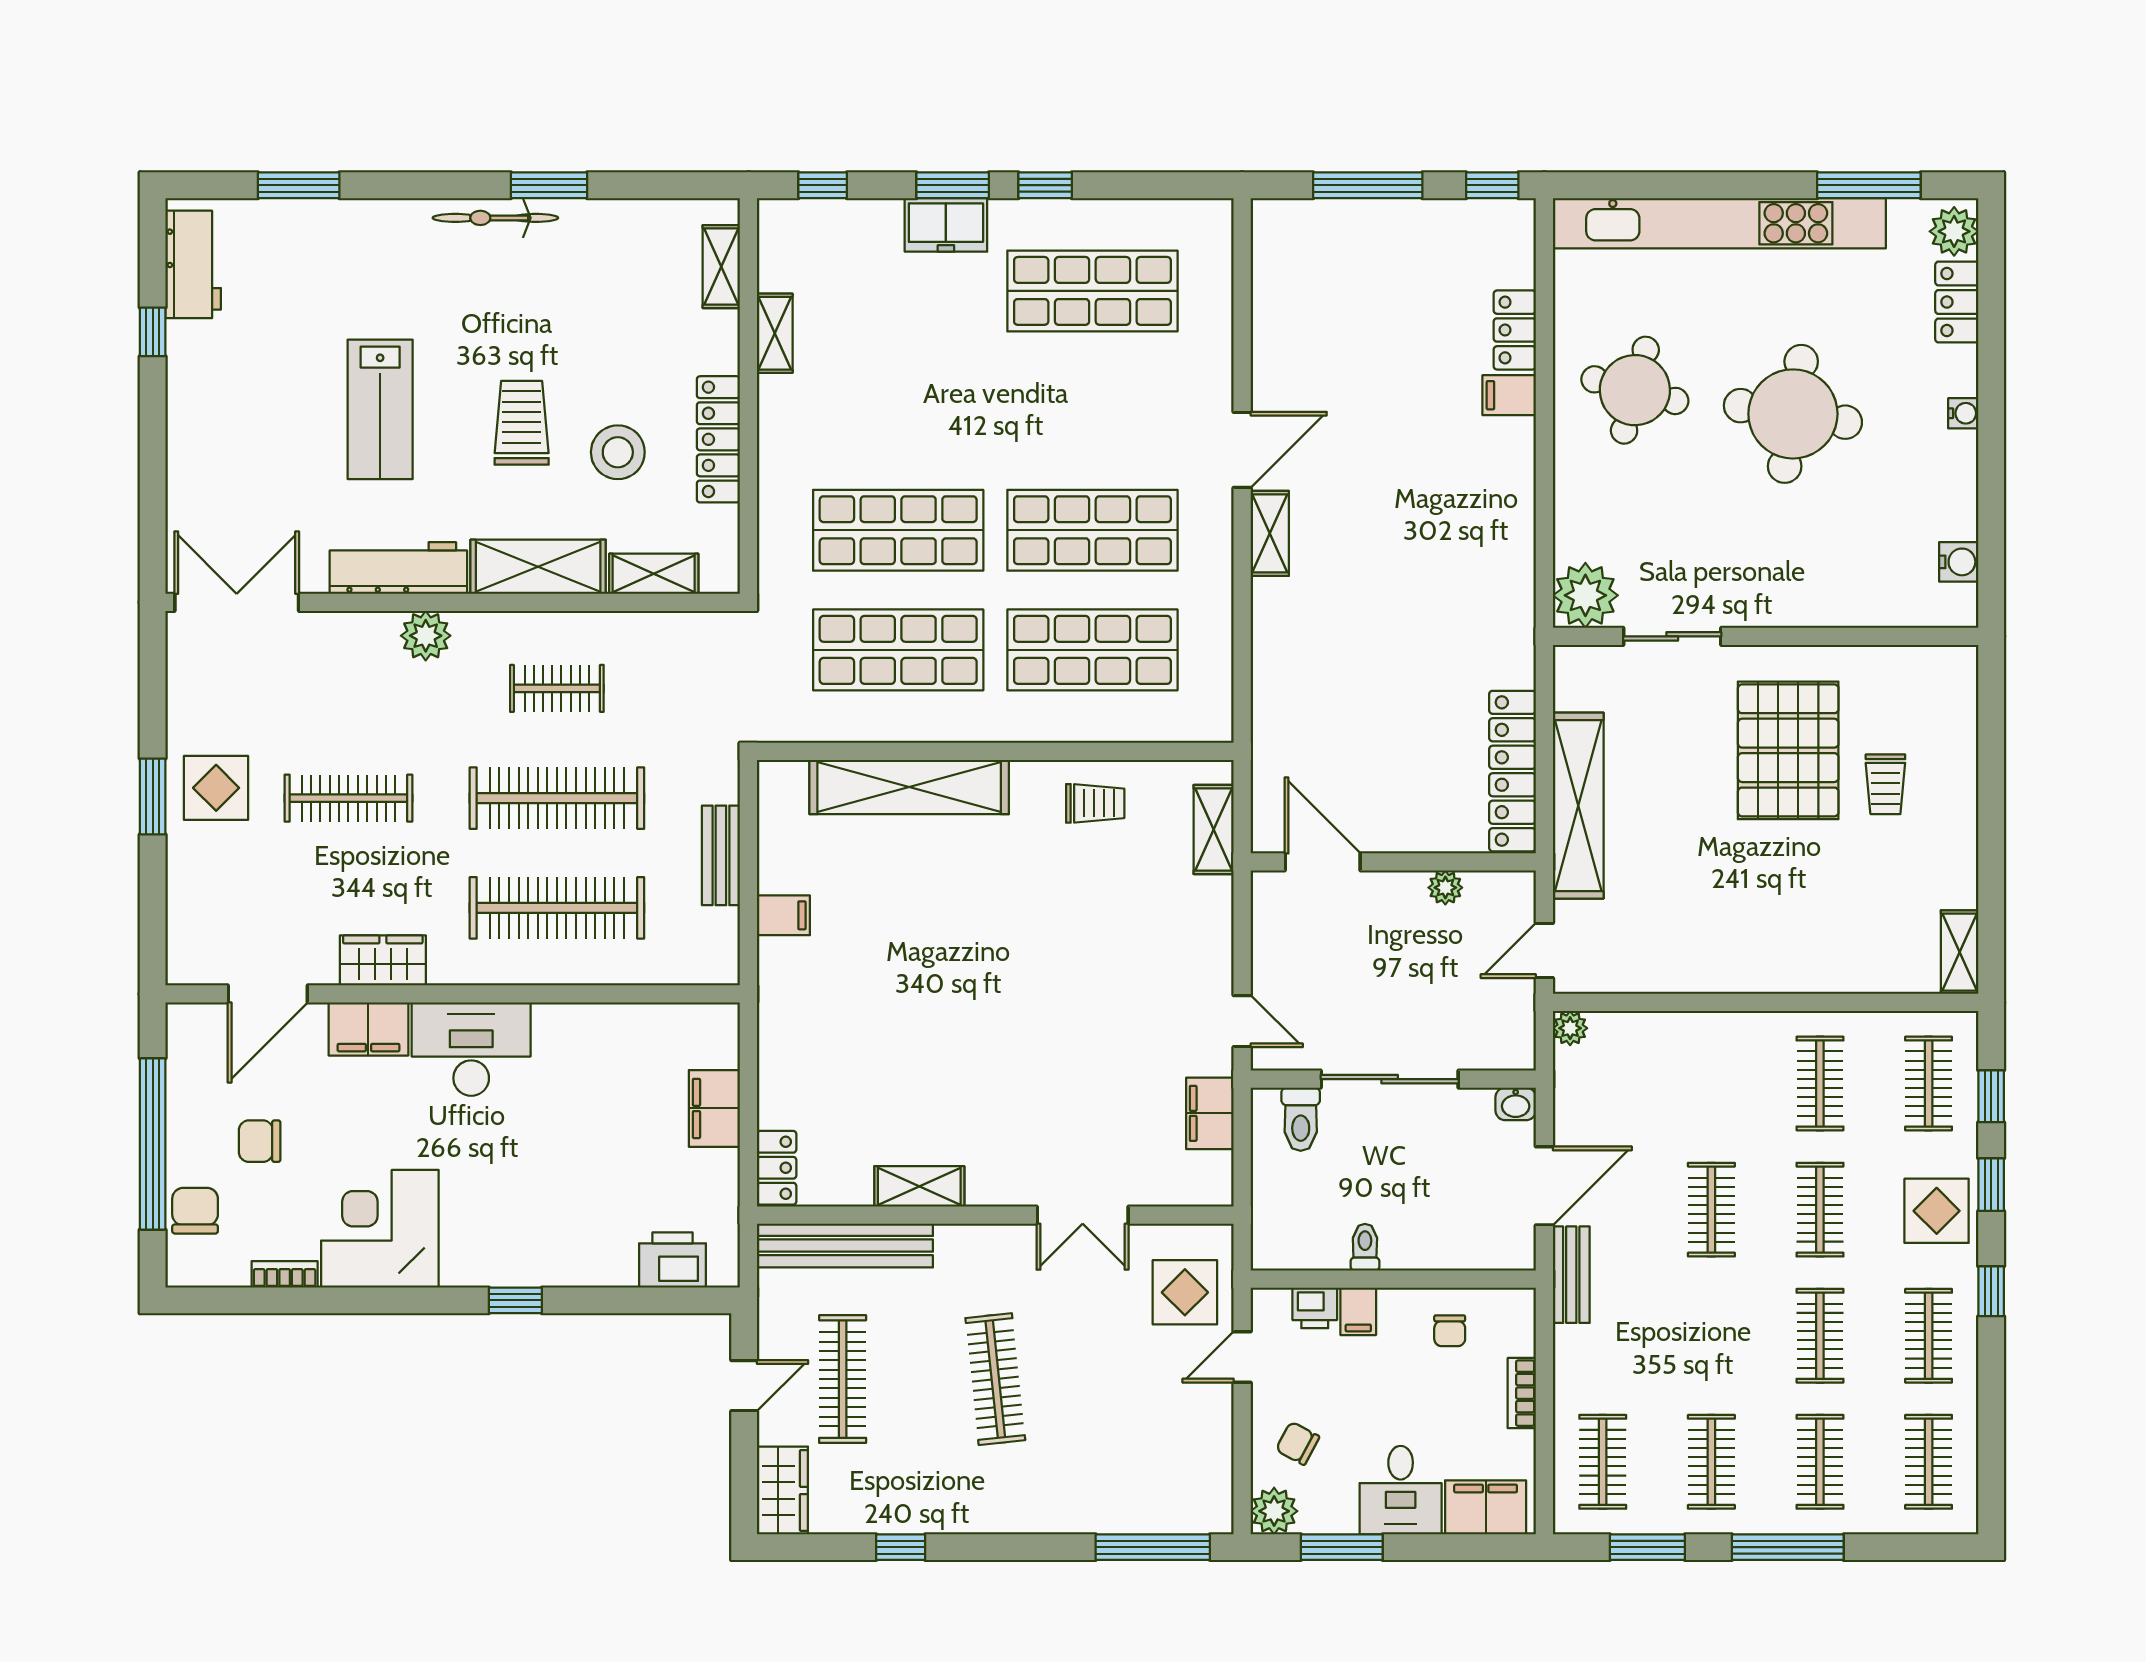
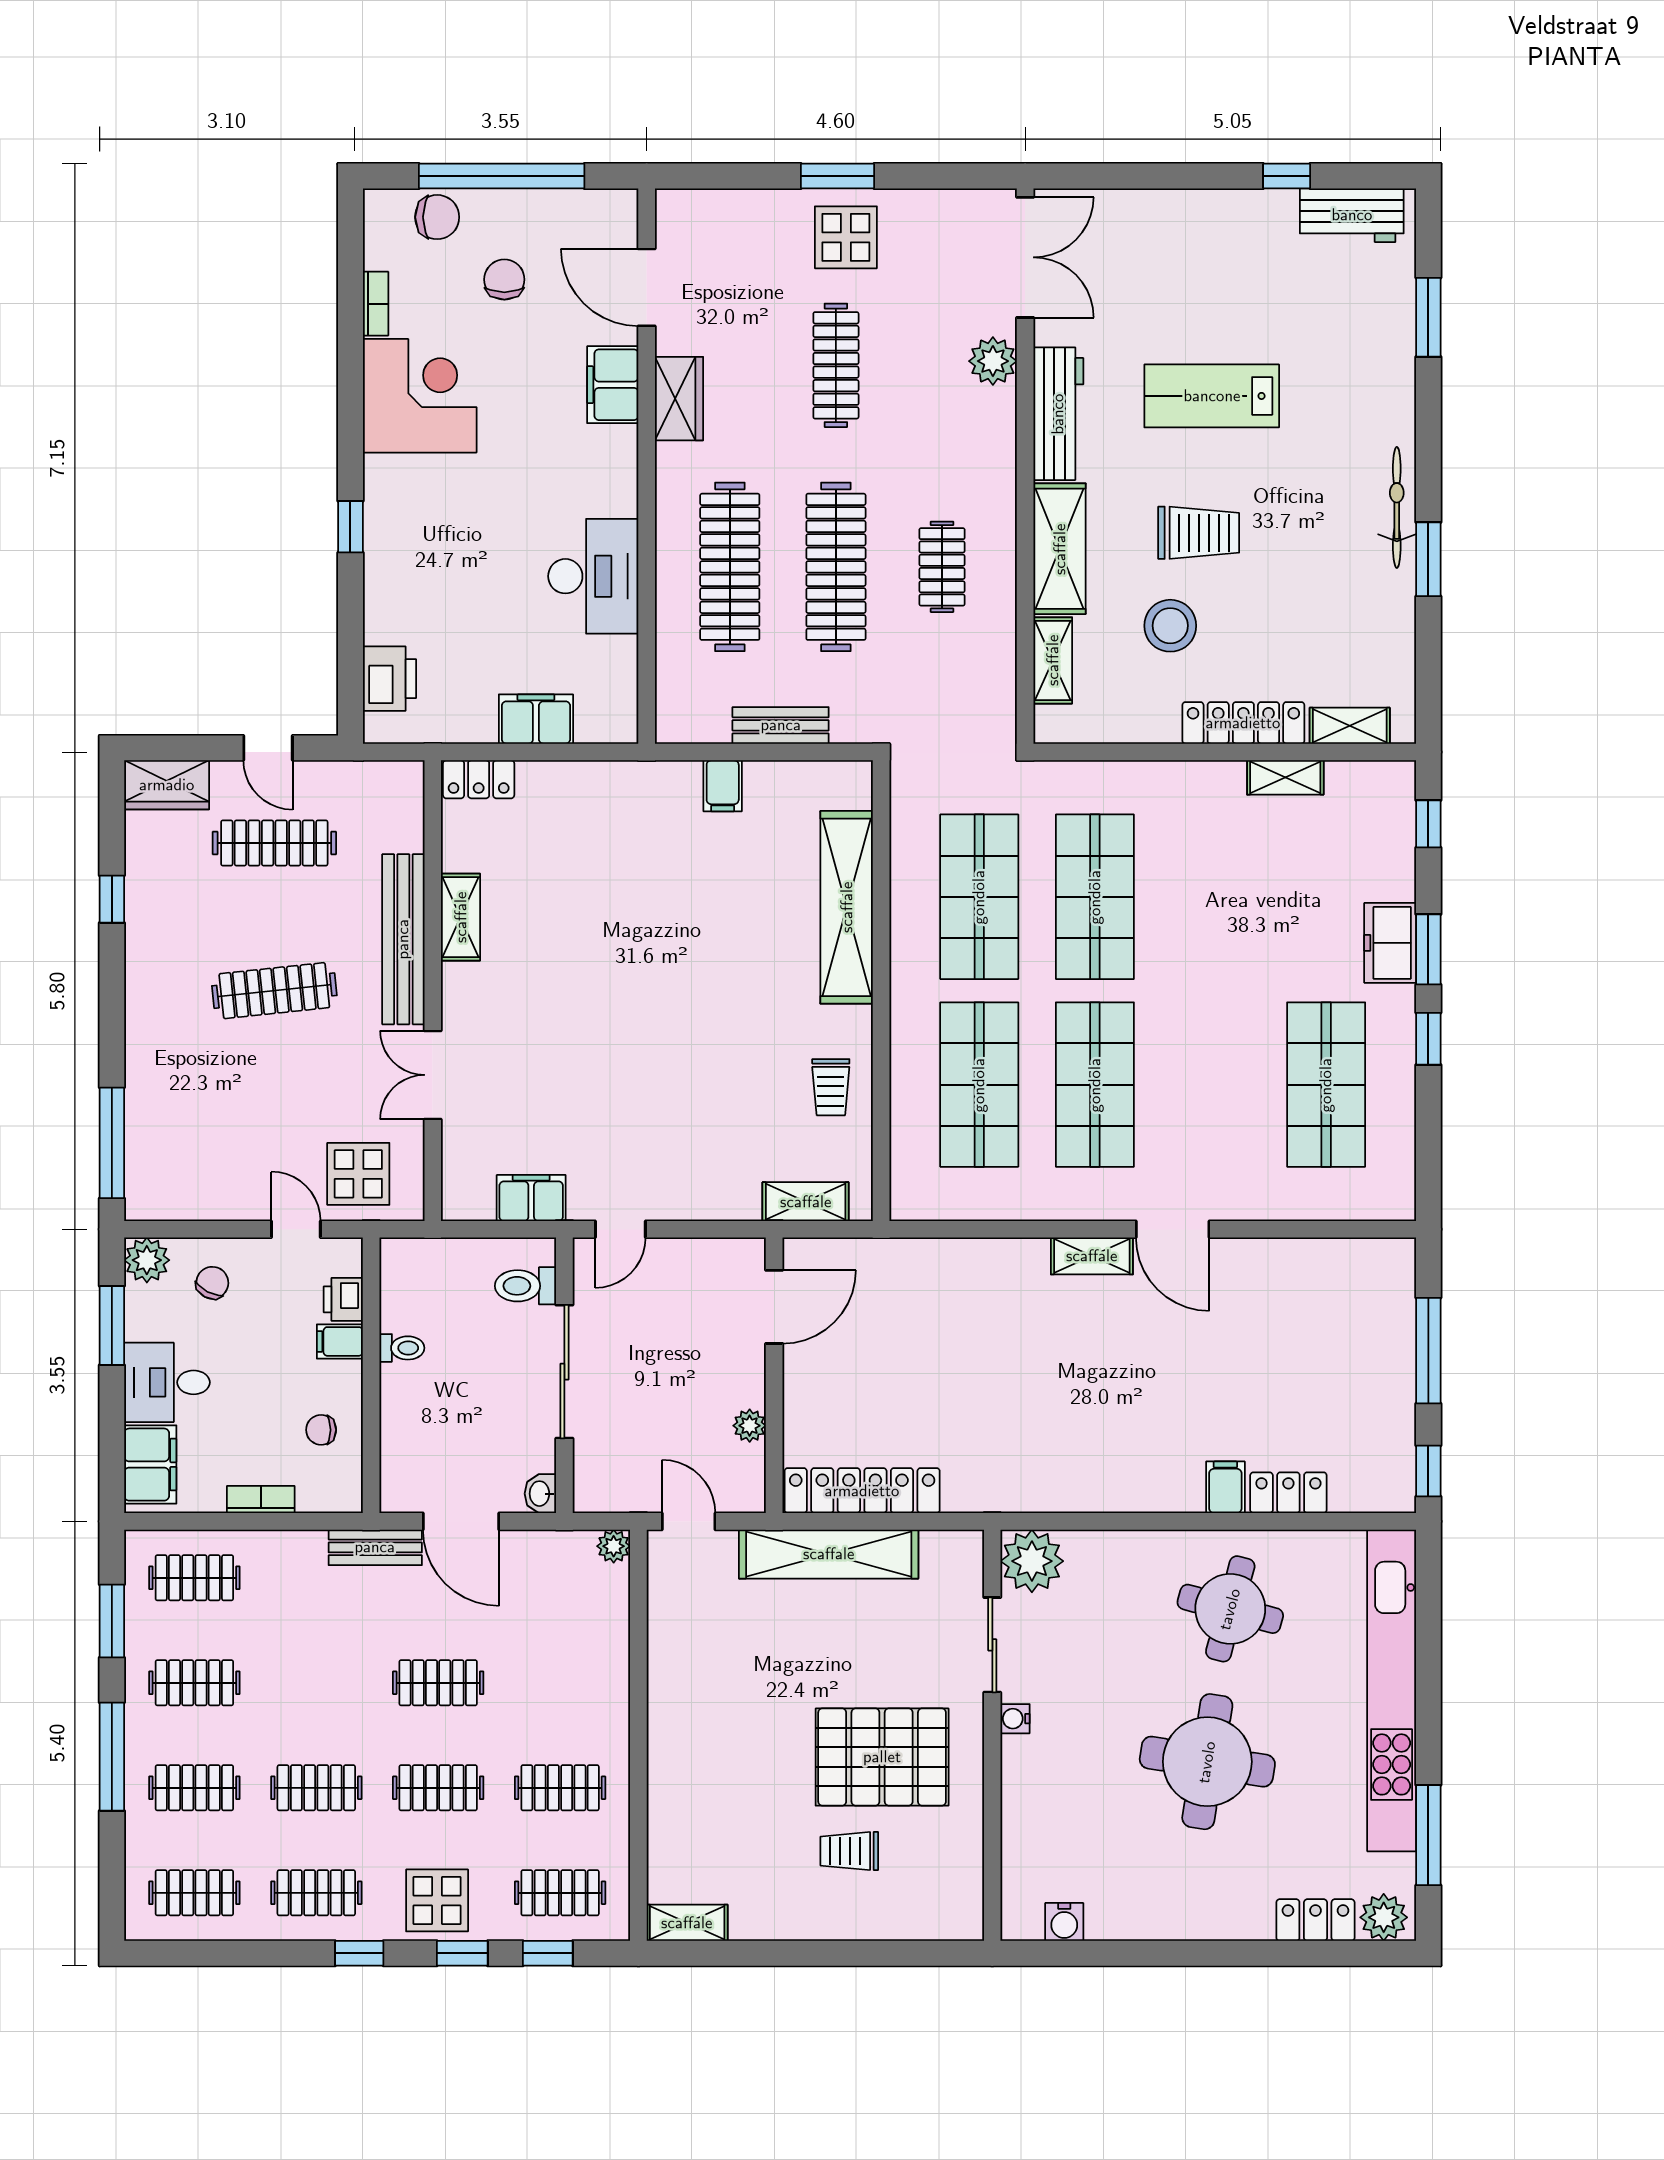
water cooler: (1963, 413) -> (1015, 1719), moved, turned 90
locker: (718, 439) -> (1243, 723), moved
plant: (426, 636) -> (993, 361), moved
desk: (471, 1049) -> (593, 576), moved
bench: (845, 1246) -> (403, 939), moved

